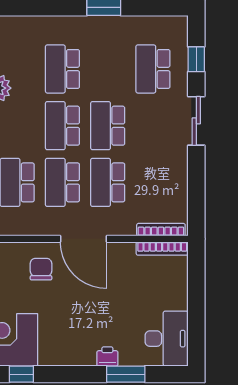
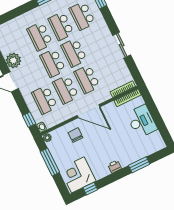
school desk: (108, 69) -> (61, 26), added
sliding door: (196, 121) -> (122, 45), moved
desk: (167, 339) -> (142, 121), moved
printer: (107, 356) -> (115, 167), moved

